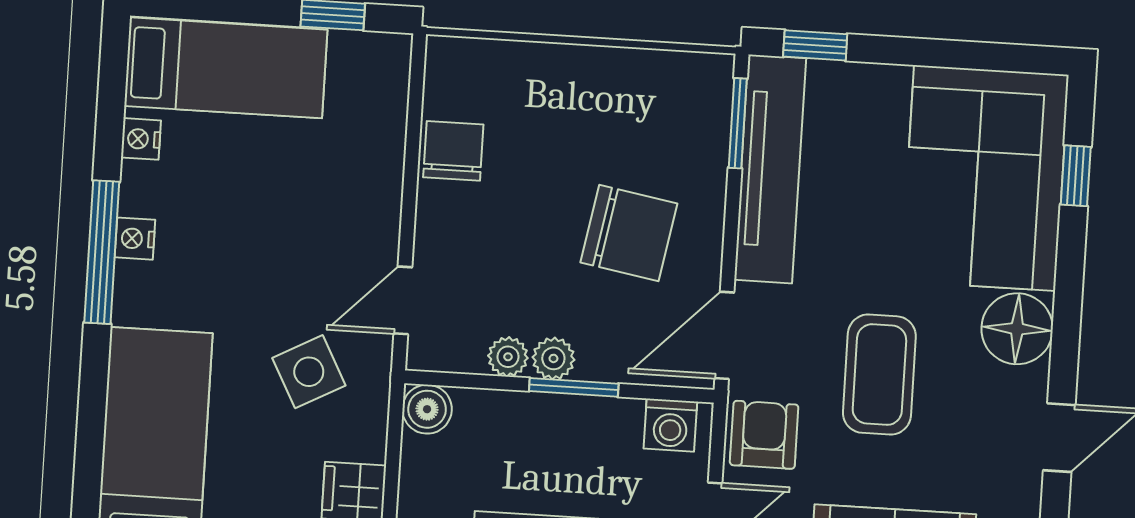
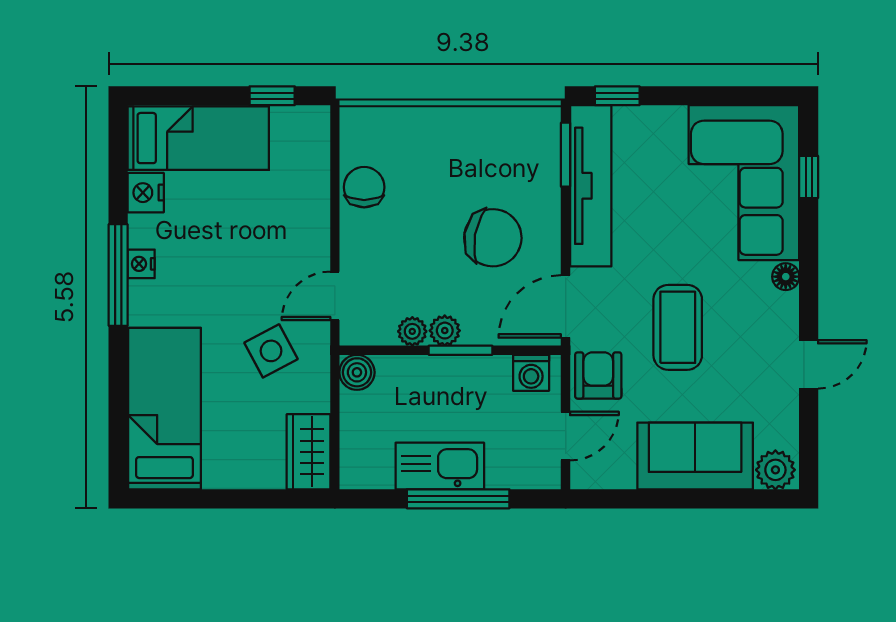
nightstand: (141, 139) -> (146, 193), width x1.39, depth x1.35
floor lamp: (1017, 329) -> (786, 277), width x0.53, depth x0.53

